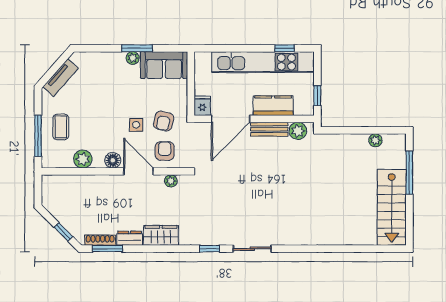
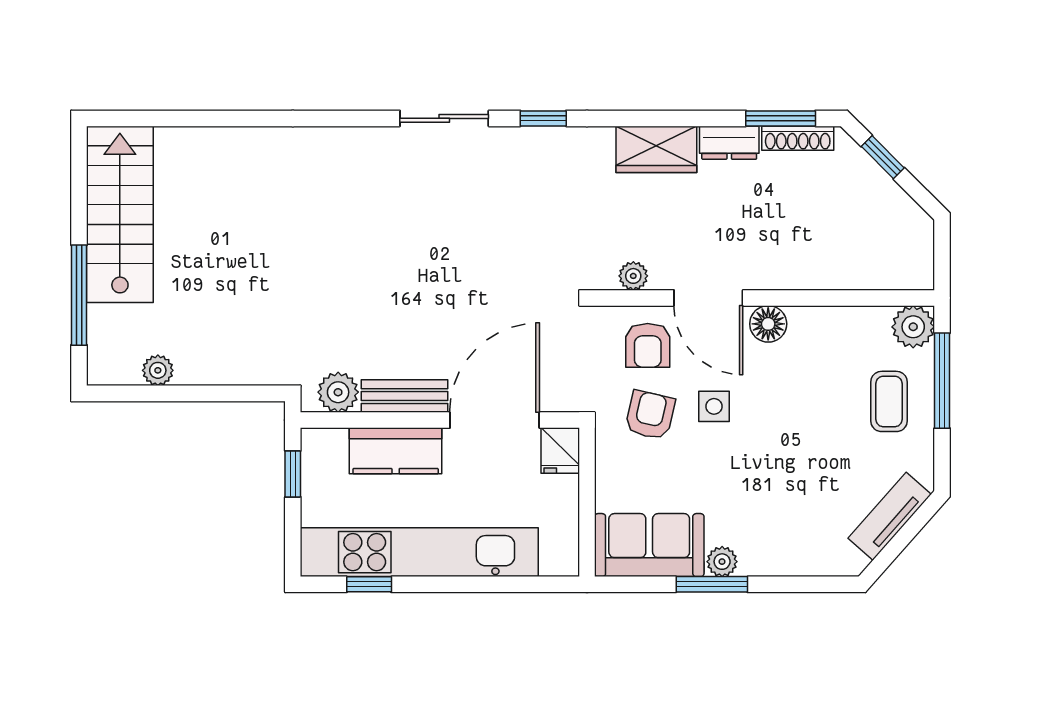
plant: (83, 159) -> (913, 327), moved

